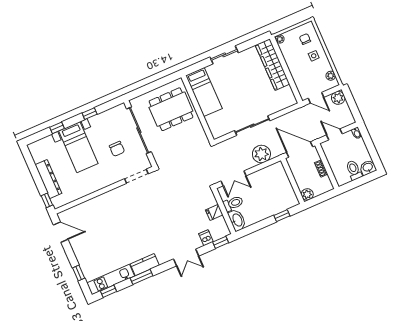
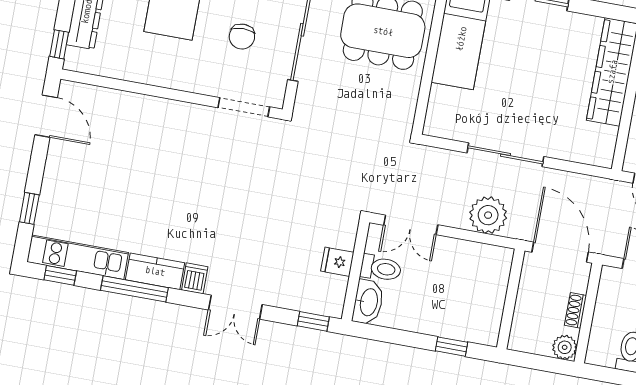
plant: (307, 194) -> (565, 347), moved
dishwasher: (206, 238) -> (195, 278), moved
window: (141, 277) -> (134, 289), width x1.44

